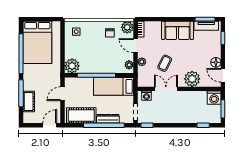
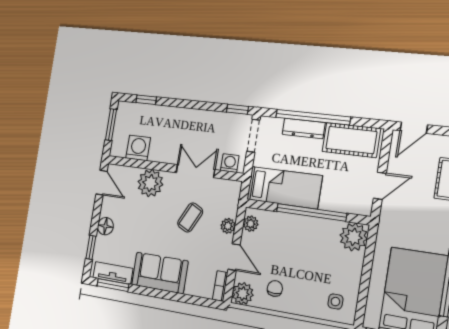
floor lamp: (216, 62) -> (105, 226), moved
double door: (166, 89) -> (195, 171), swing flipped
washing machine: (214, 98) -> (138, 148), moved

